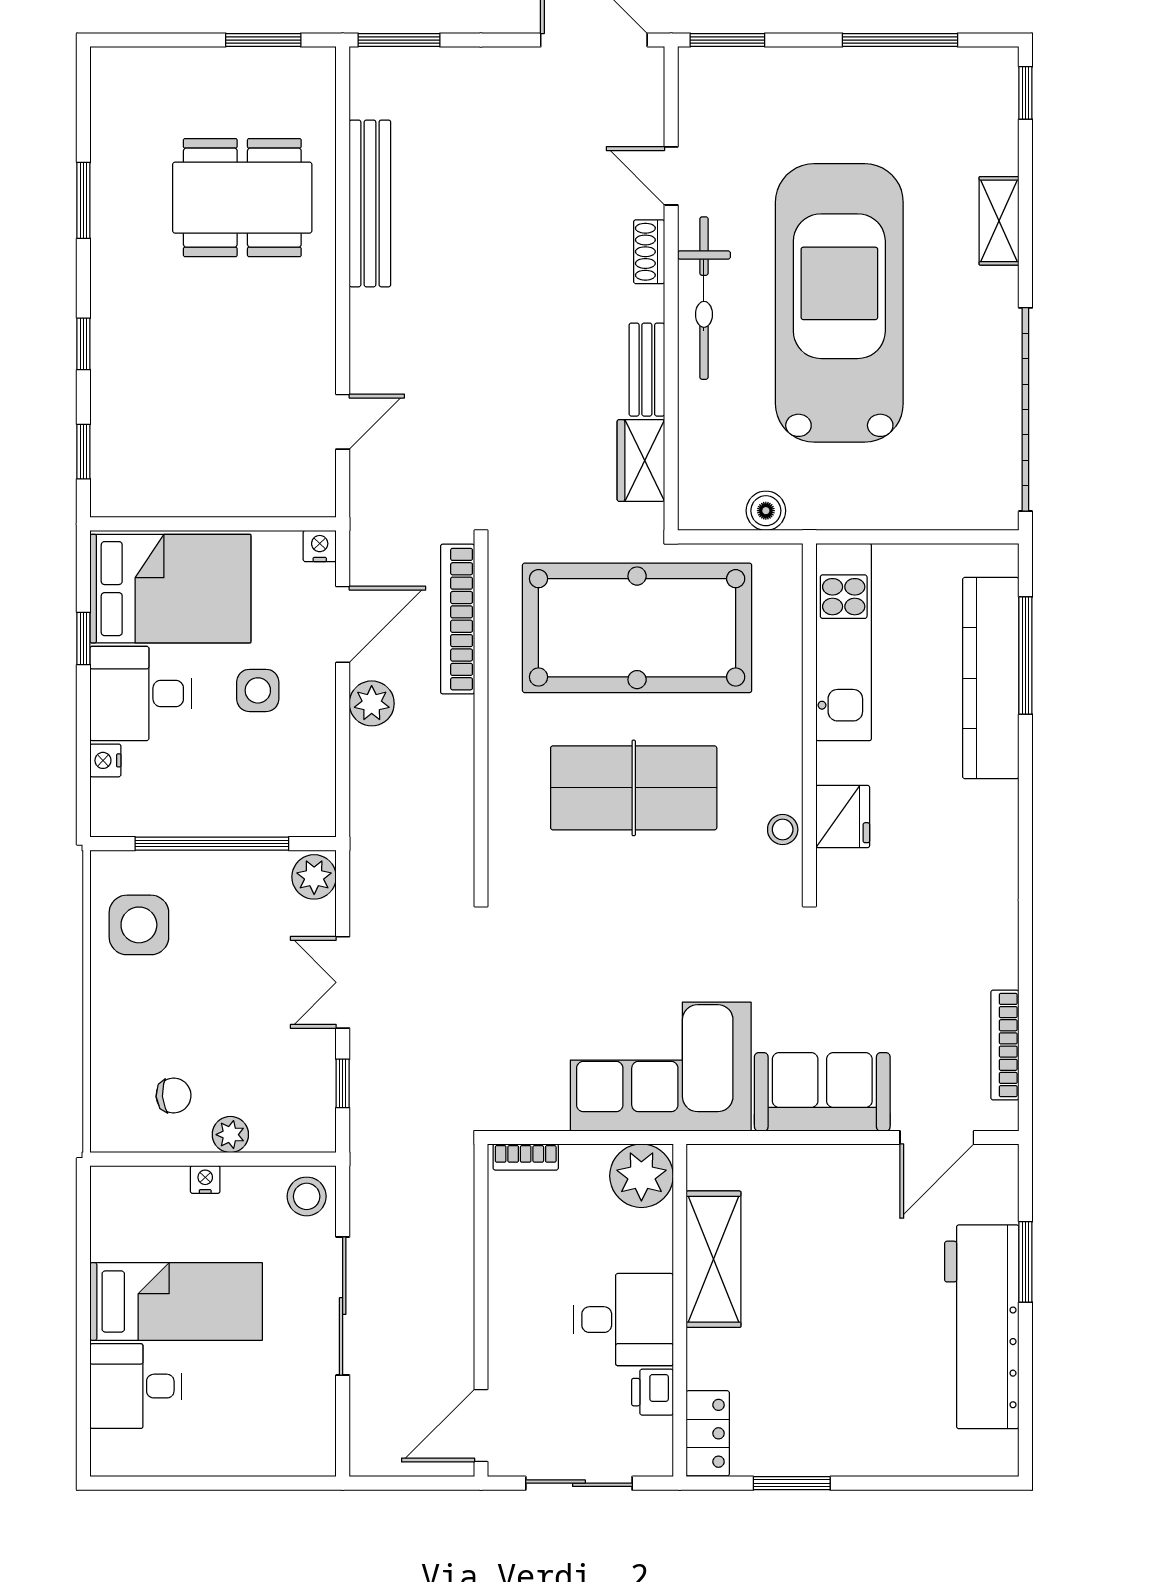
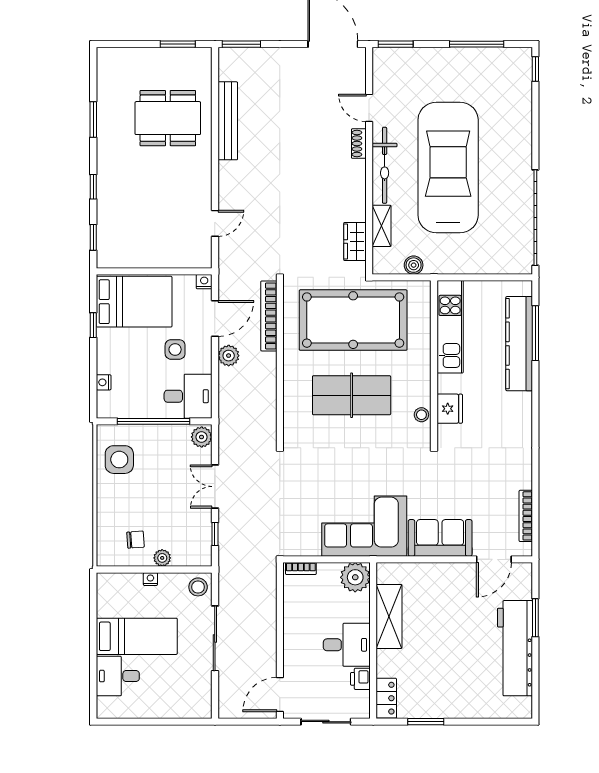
shelving: (999, 221) -> (382, 226), moved
bench: (647, 370) -> (358, 199), removed
desk: (141, 693) -> (188, 396), moved, turned 180

